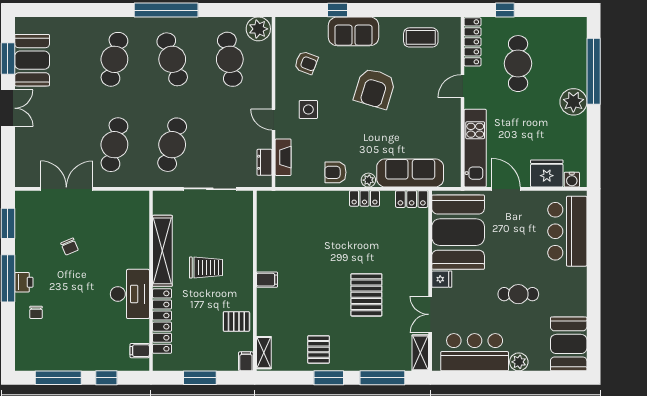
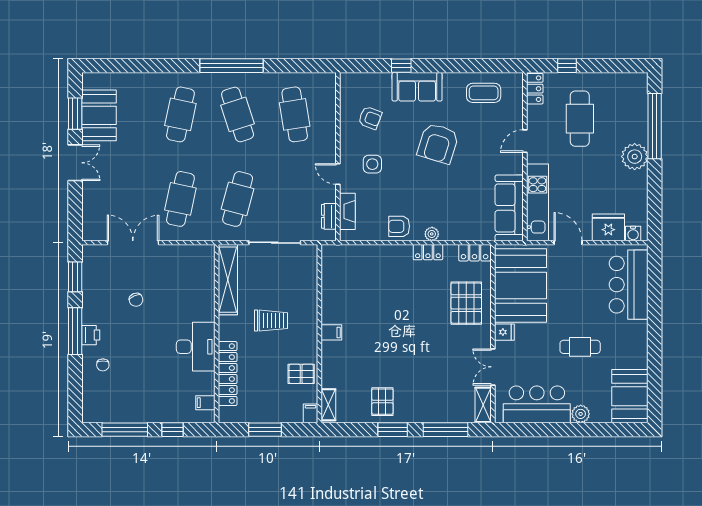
plant: (258, 29) -> (323, 84), removed
locker: (472, 42) -> (535, 89), width x0.66
sofa: (410, 173) -> (509, 208), moved, turned -90
shelving: (162, 251) -> (228, 280), moved
pallet: (366, 295) -> (466, 303), moved

